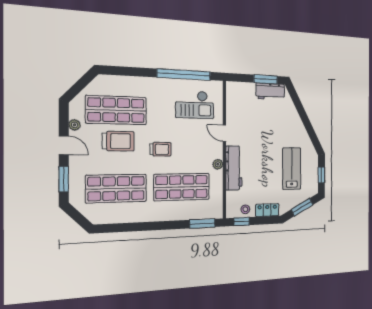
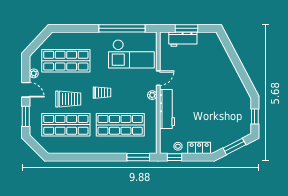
window: (266, 79) -> (187, 28), moved
workbench: (270, 91) -> (183, 39), moved
checkout: (195, 105) -> (131, 54), width x1.36, depth x1.21
door: (224, 133) -> (158, 78), swing flipped
trolley: (118, 141) -> (68, 99), moved
plant: (218, 164) -> (152, 95), moved
lab bench: (292, 169) -> (224, 110), removed

